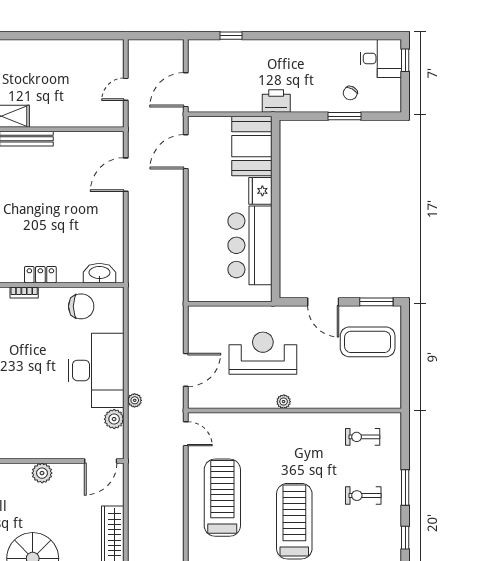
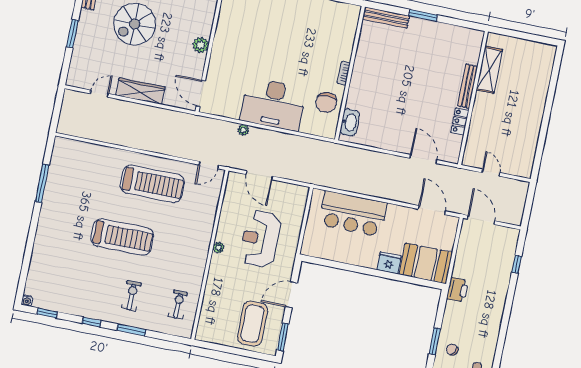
bar counter: (250, 245) -> (353, 214), moved, turned 180
locker: (40, 275) -> (460, 121), moved, turned 180
bookcase: (24, 292) -> (344, 73), moved
reception desk: (263, 353) -> (260, 239), turned 180
plant: (114, 419) -> (232, 111), removed

